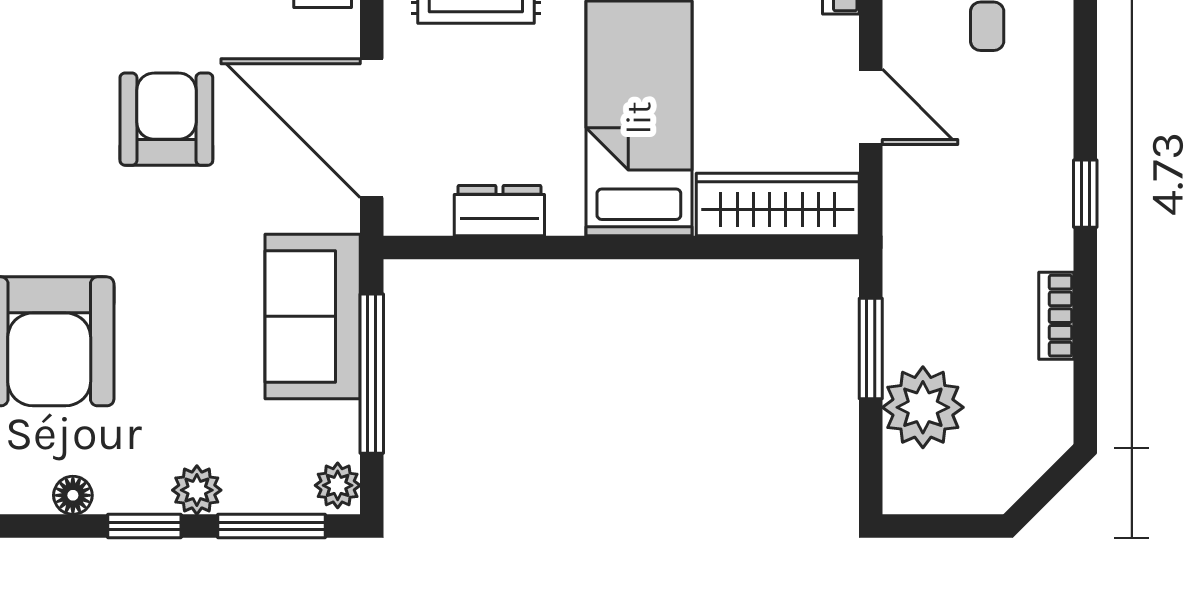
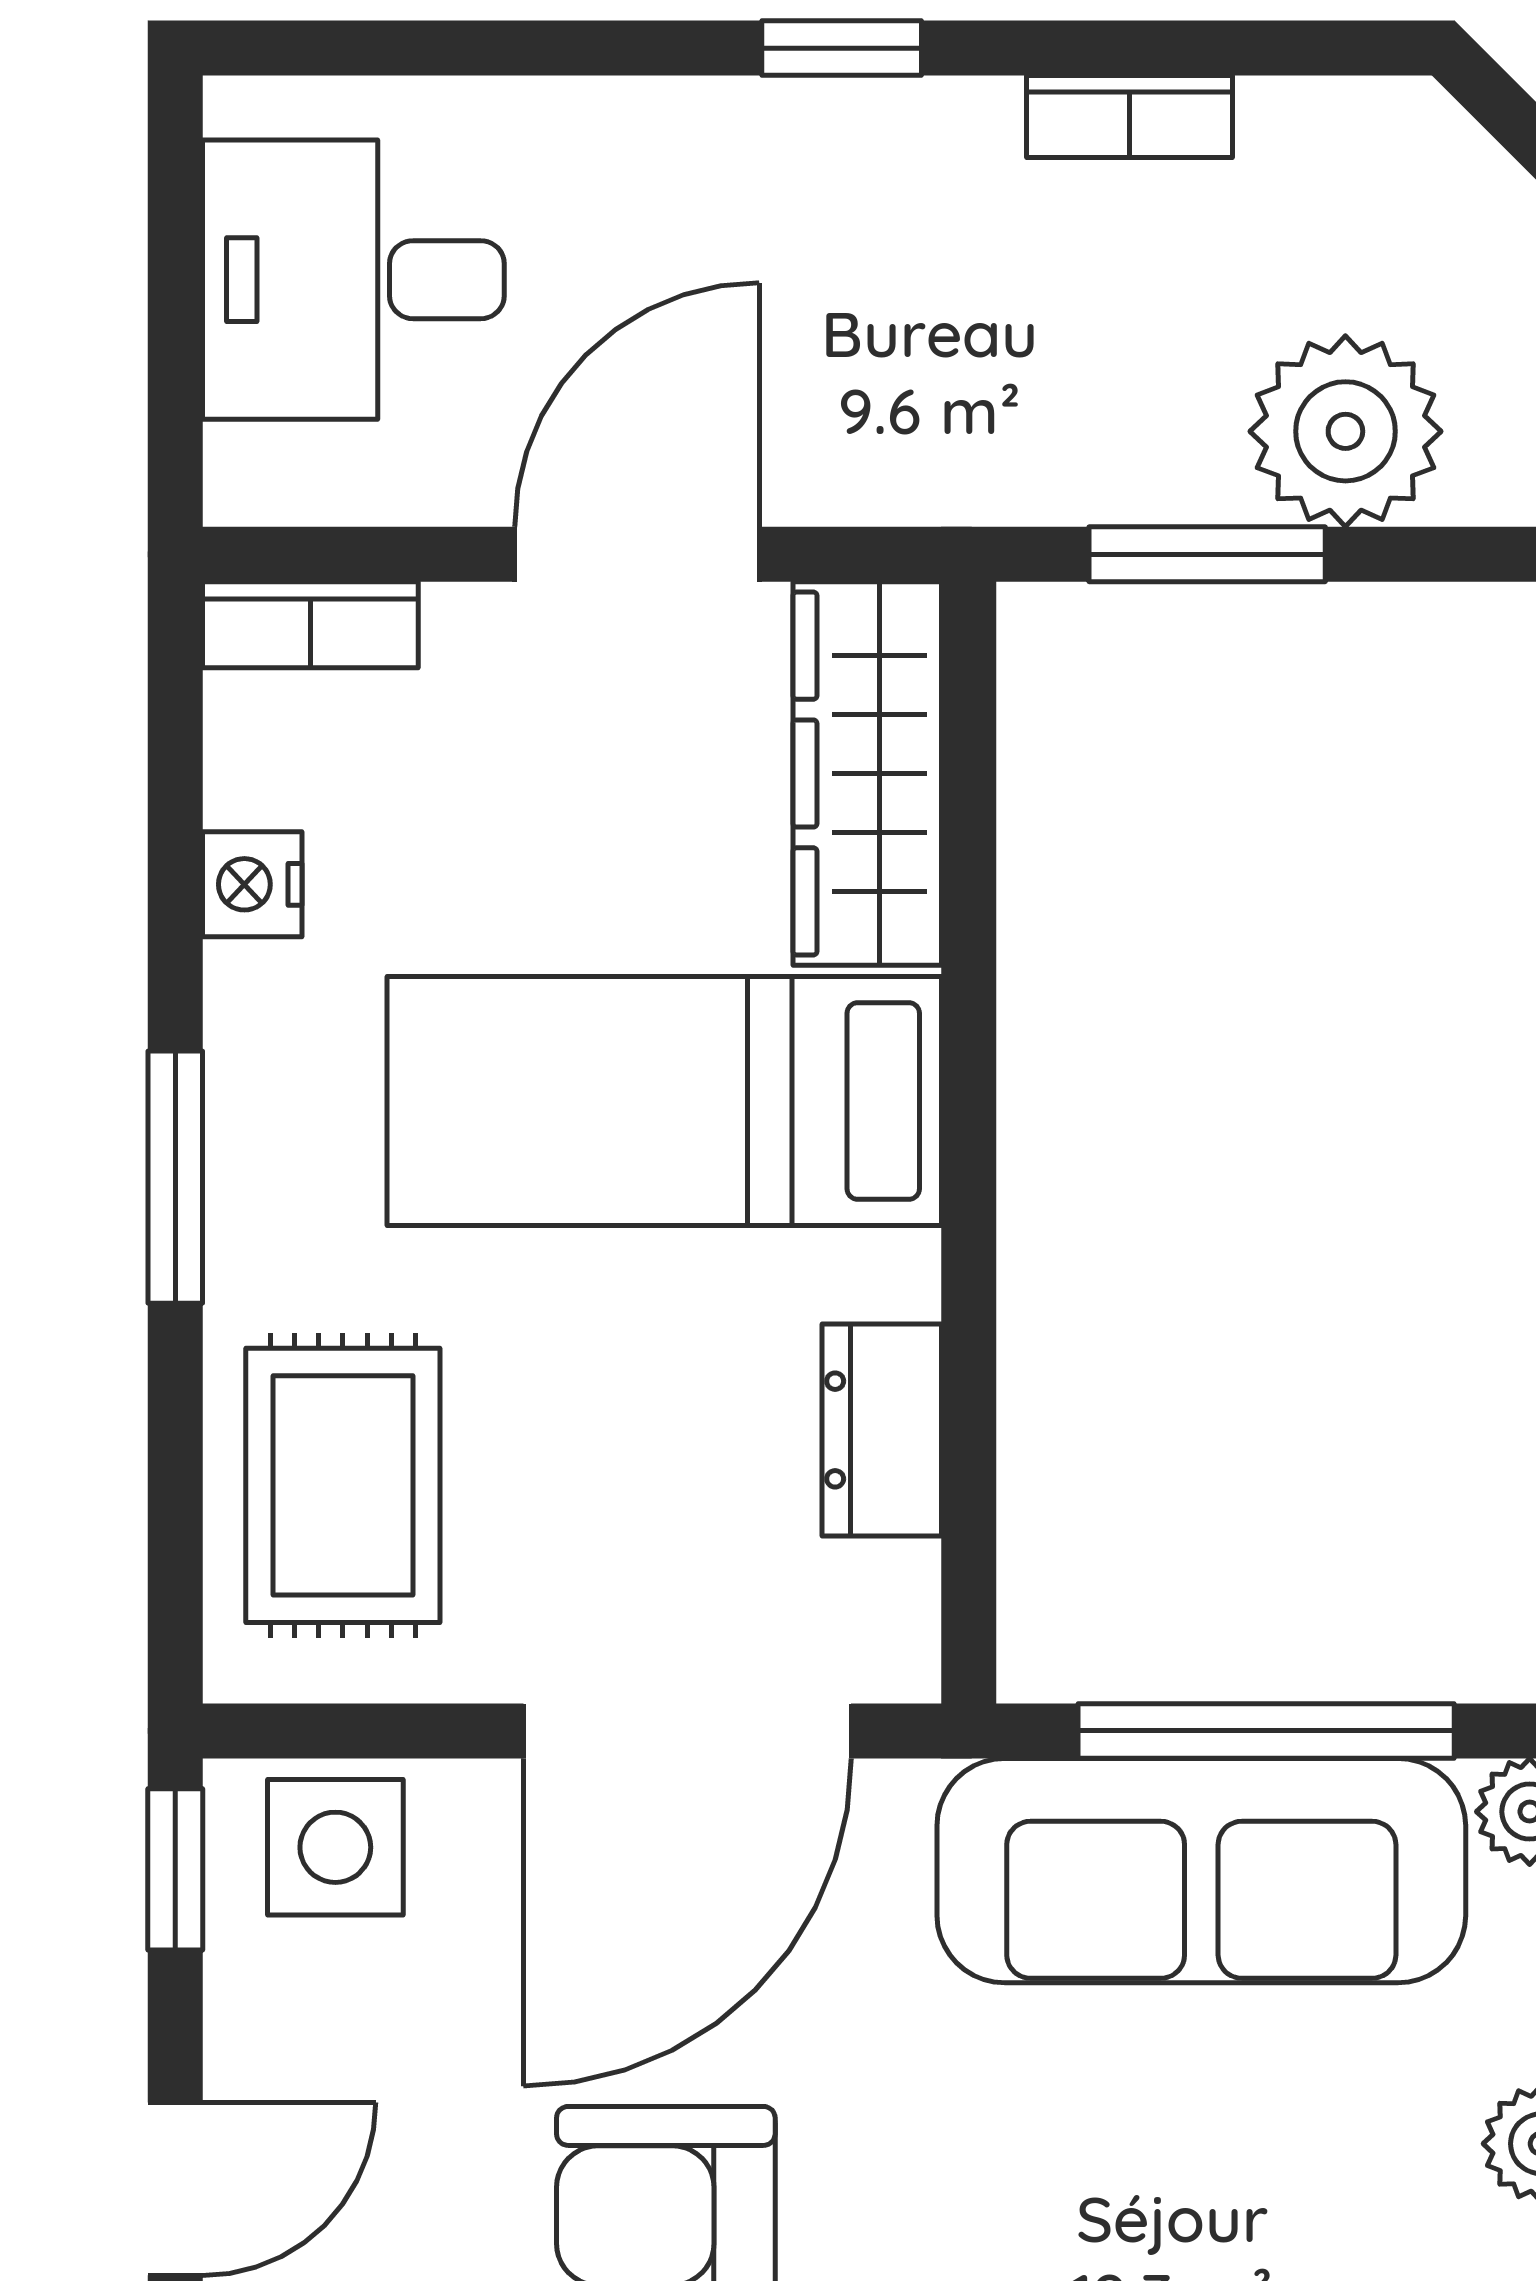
door: (871, 107) -> (637, 554), width x1.38
sofa: (313, 316) -> (1201, 1871), width x1.36

